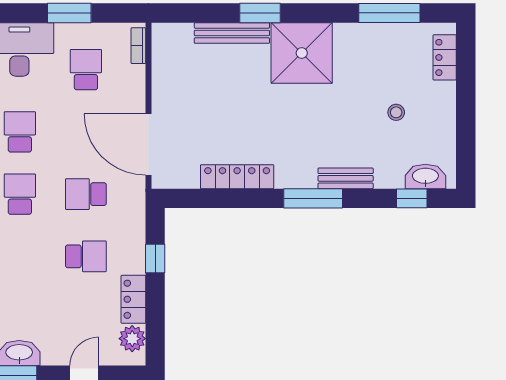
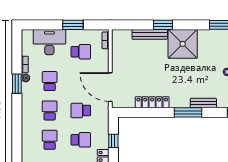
school desk: (86, 70) -> (81, 52), turned 90
school desk: (20, 256) -> (50, 140), added

